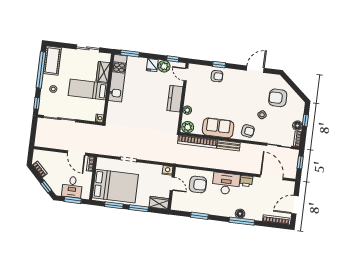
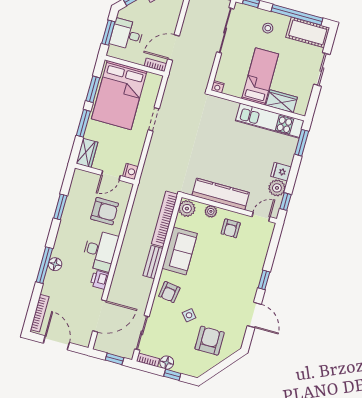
sliding door: (88, 48) -> (322, 69), moved
window: (219, 65) -> (264, 280), moved
armchair: (217, 76) -> (231, 228), moved
kitchen counter: (175, 99) -> (221, 194), width x1.50
armchair: (198, 184) -> (105, 211), turned -90

